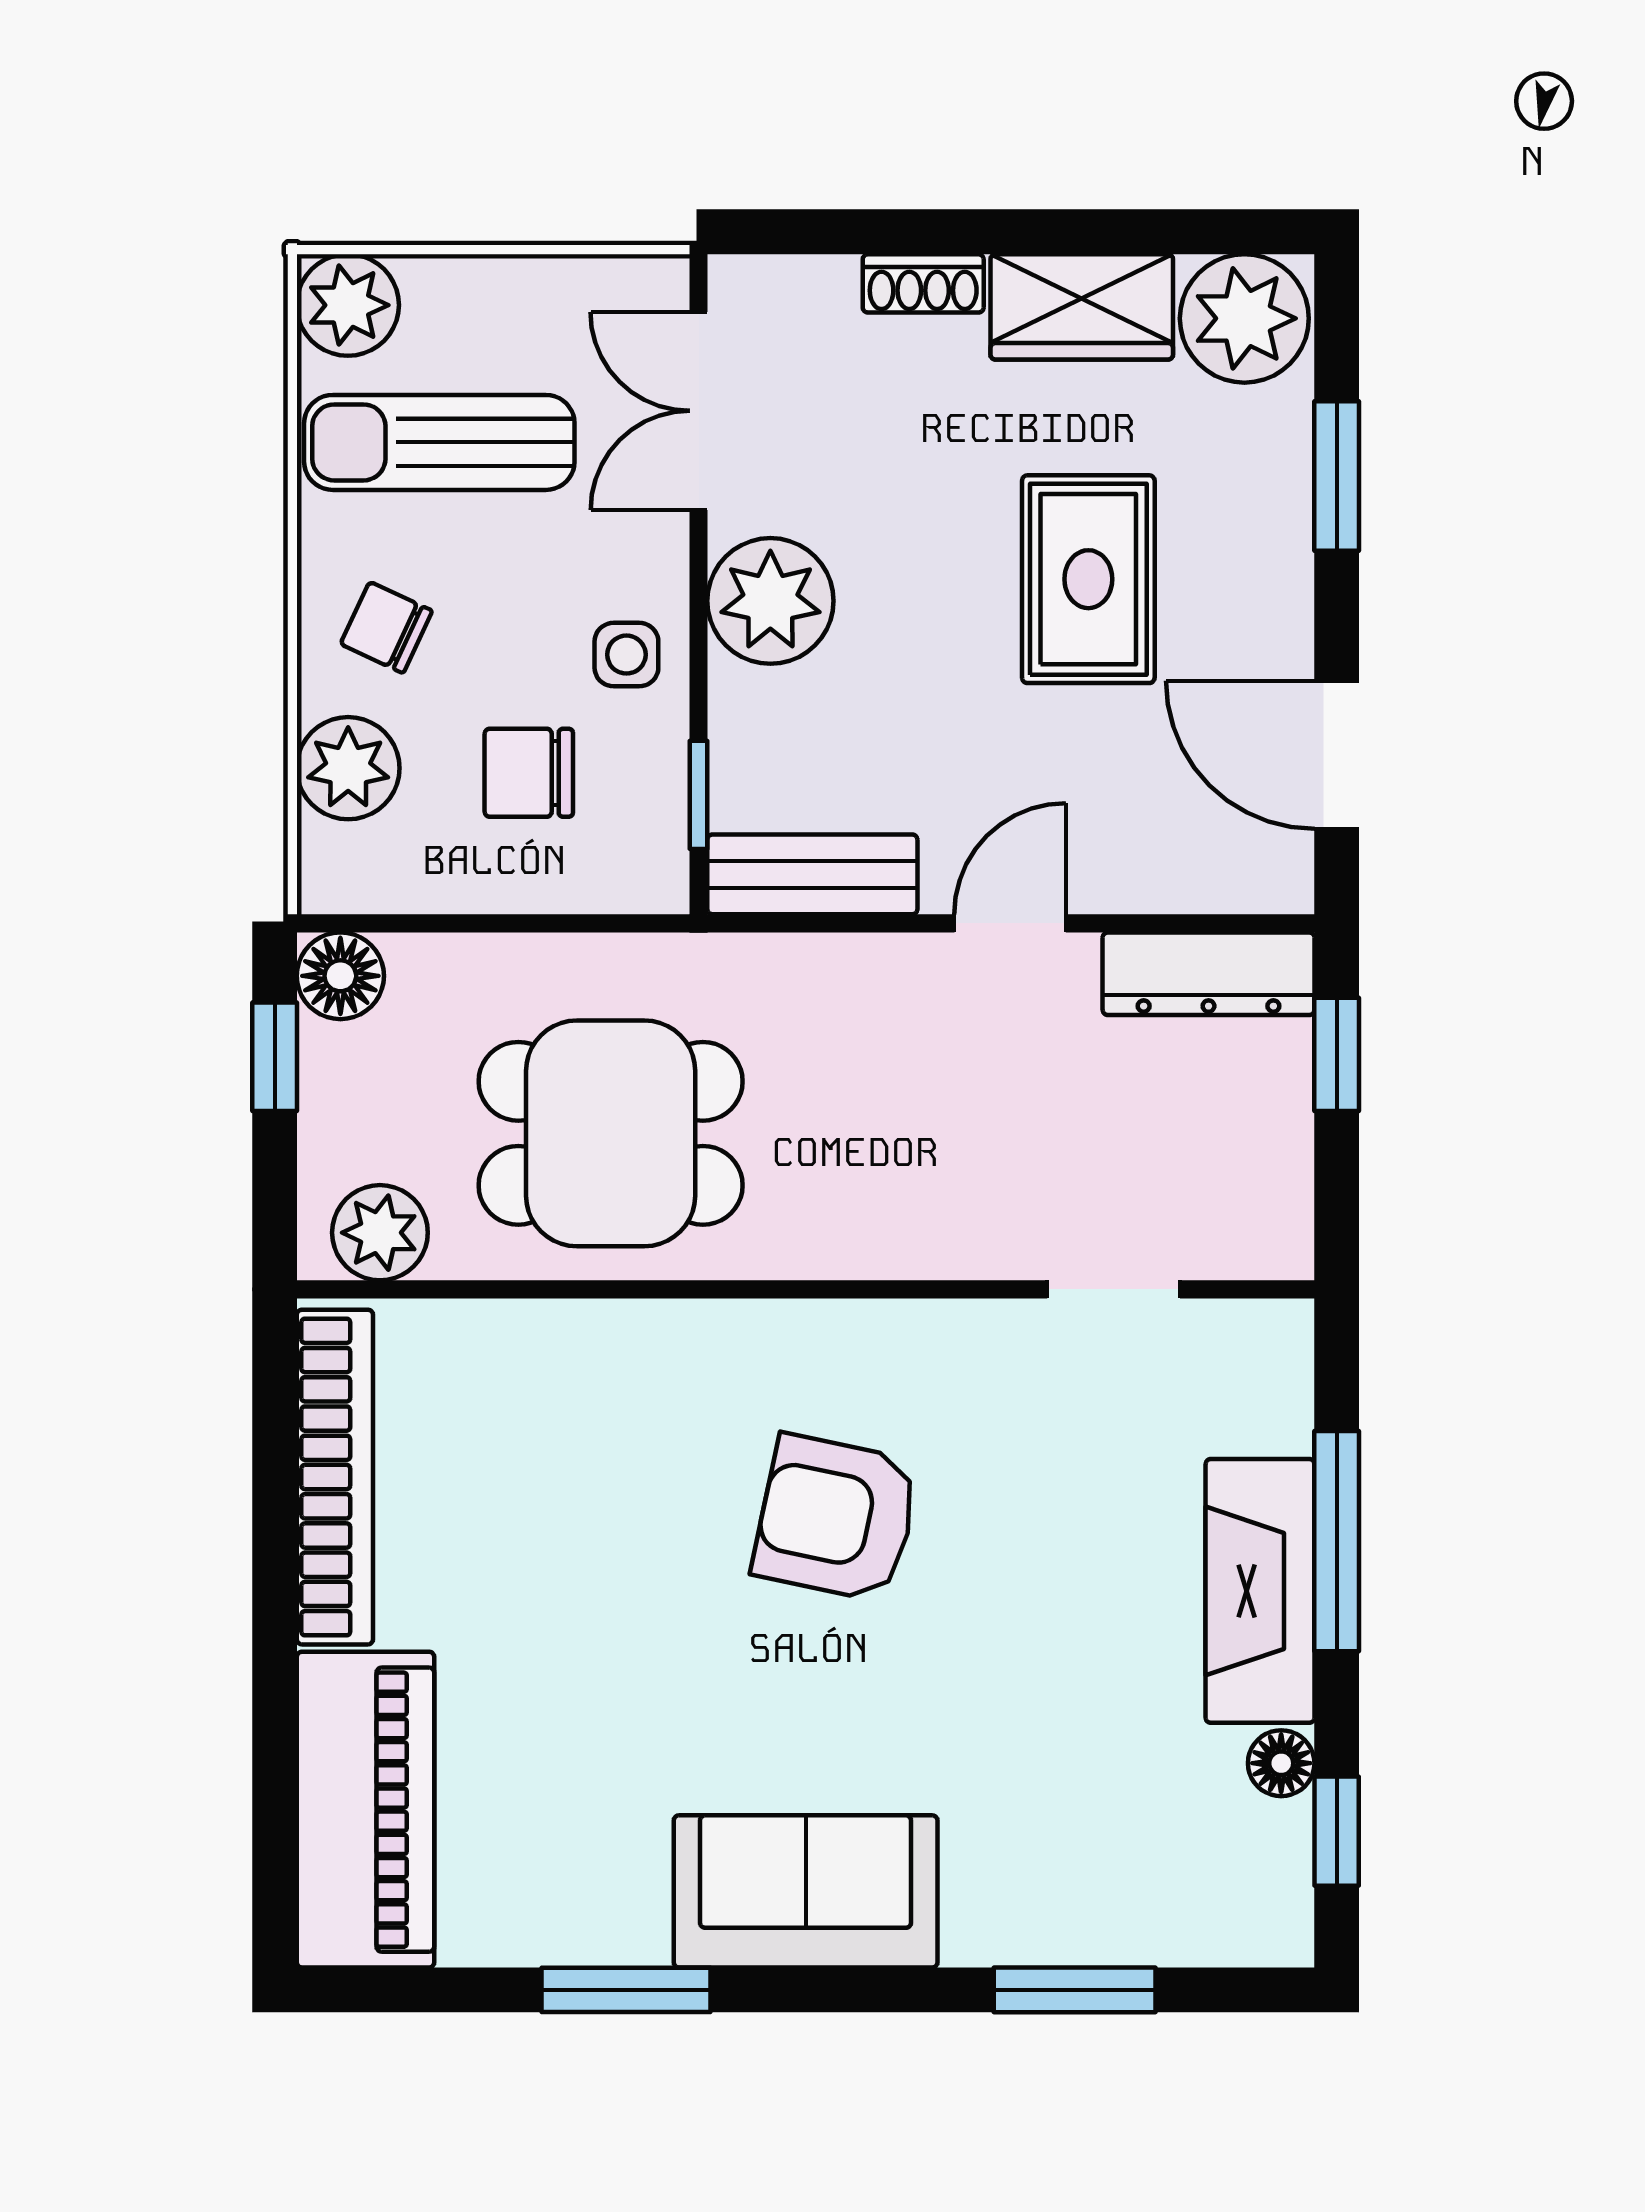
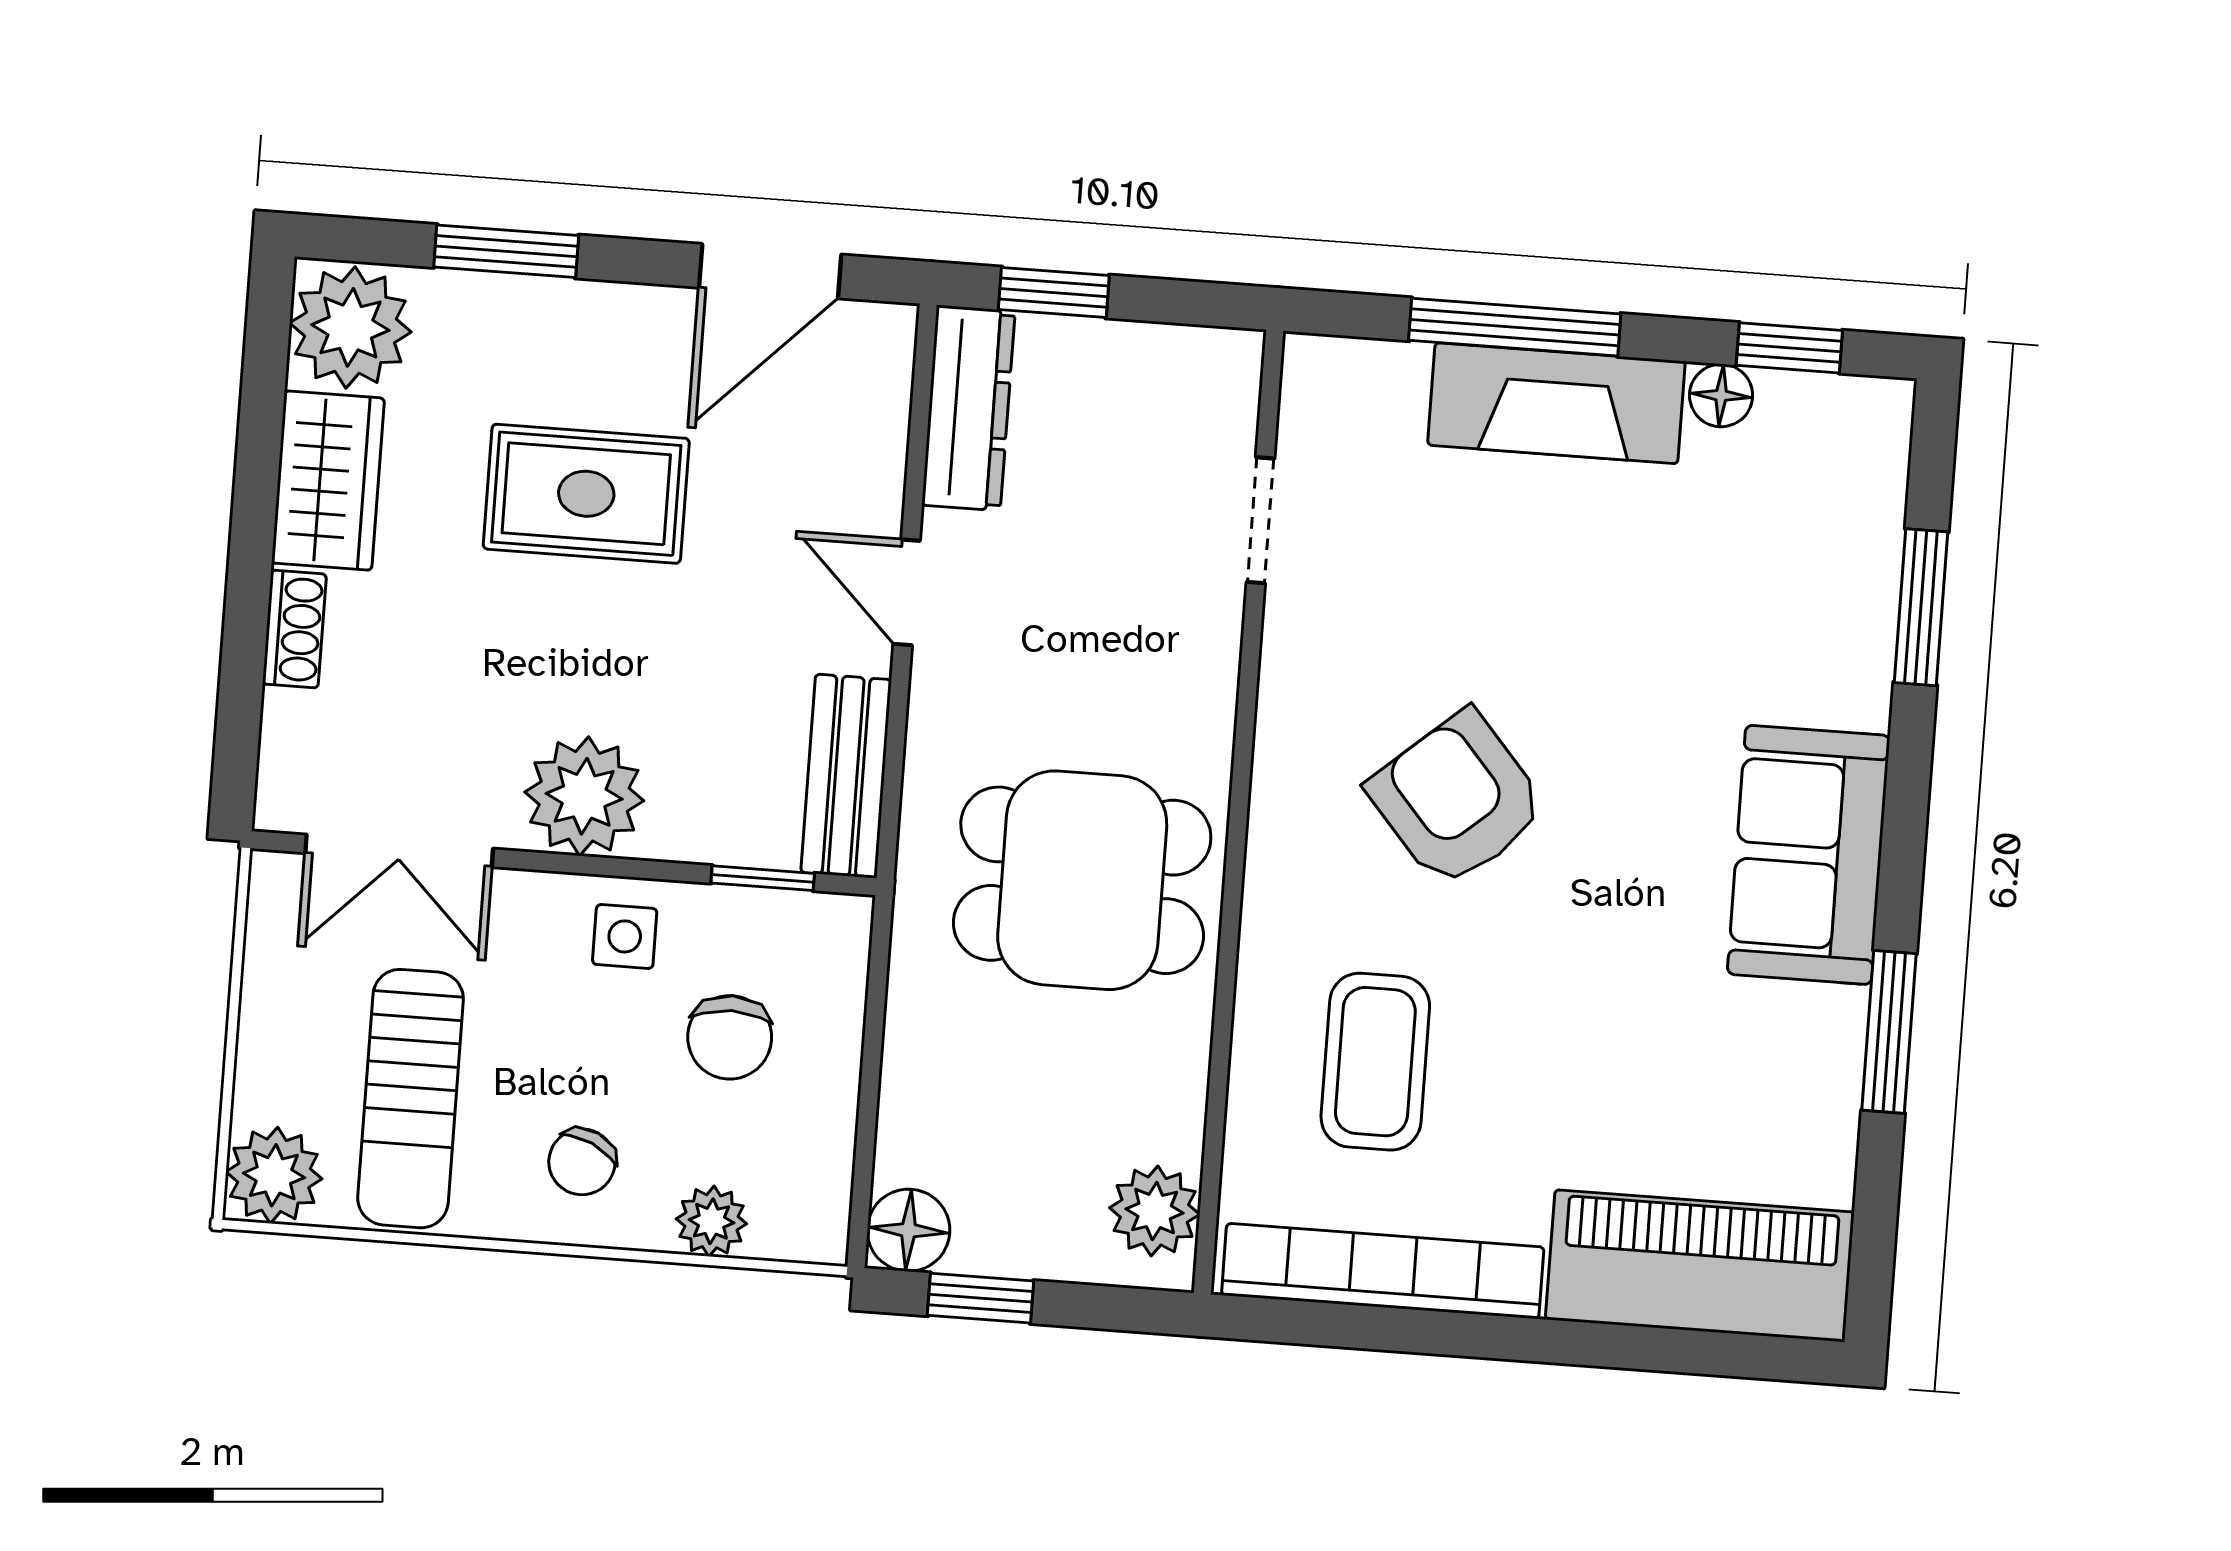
plant: (348, 768) -> (712, 1221), width x0.73, depth x0.73
dining table: (611, 1133) -> (1082, 880), moved, turned 90
coffee table: (554, 1453) -> (1375, 1062), added
armchair: (836, 1518) -> (1457, 799), turned 127

